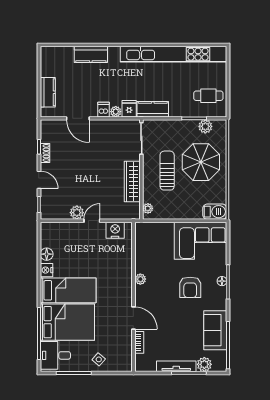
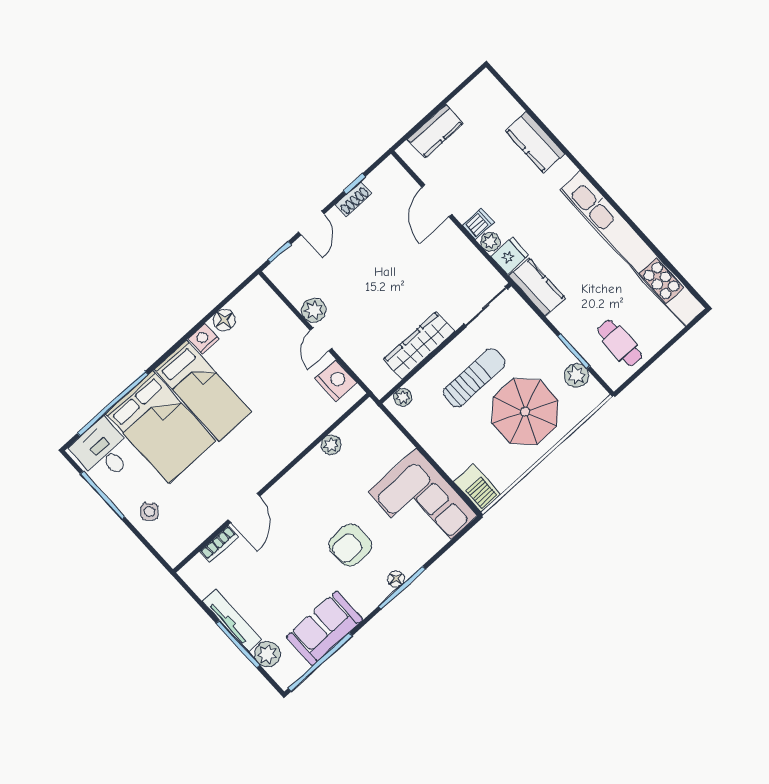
door: (92, 221) -> (321, 339), swing flipped
plant: (140, 279) -> (331, 445), moved

